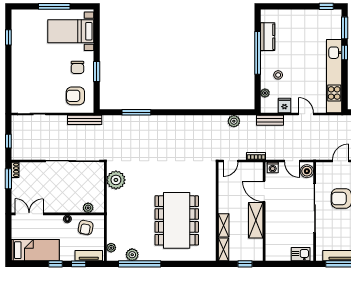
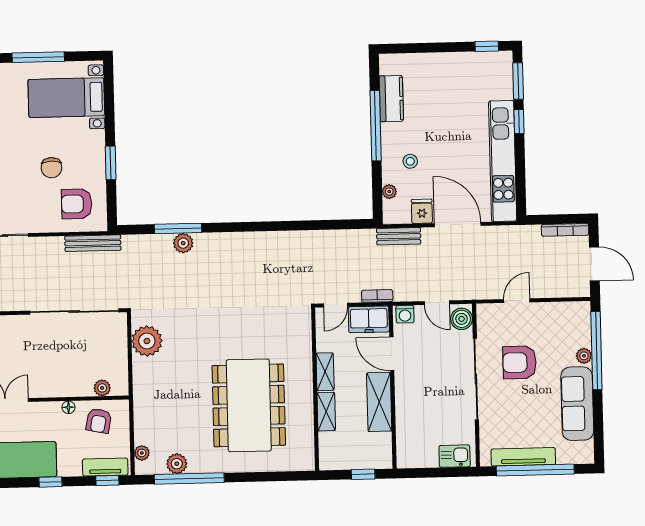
chair: (77, 67) -> (51, 168), moved
door: (306, 114) -> (458, 225), width x1.88
plant: (234, 121) -> (183, 243), moved
freezer: (251, 170) -> (369, 319), added
shelving: (223, 249) -> (325, 372), moved
window: (79, 264) -> (107, 480), moved

